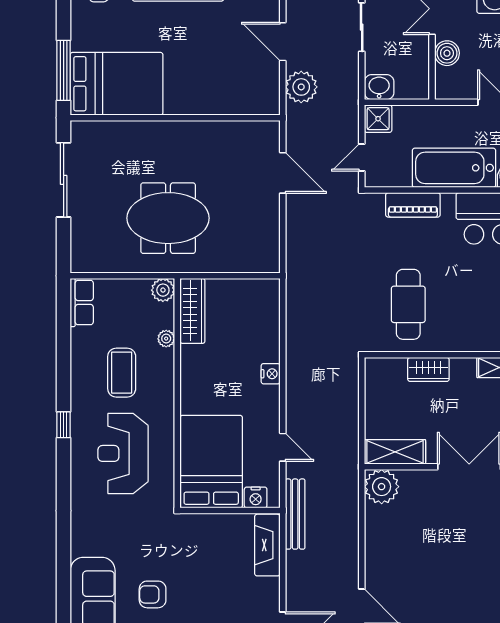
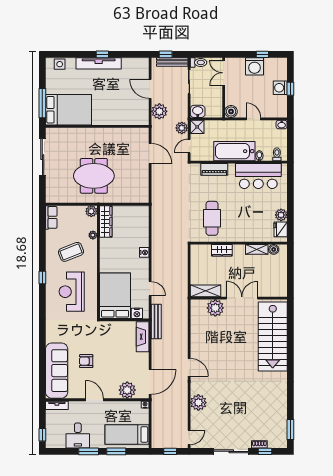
boiler: (447, 53) -> (231, 111), moved
plant: (347, 121) -> (182, 128), added
coffee table: (122, 373) -> (71, 252), turned 68
plant: (382, 487) -> (215, 308), moved

